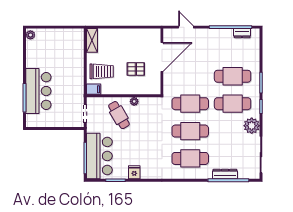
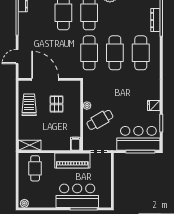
cafe table: (67, 46) -> (35, 168), added
trolley: (102, 71) -> (29, 105), moved
piano: (76, 86) -> (72, 160), added

